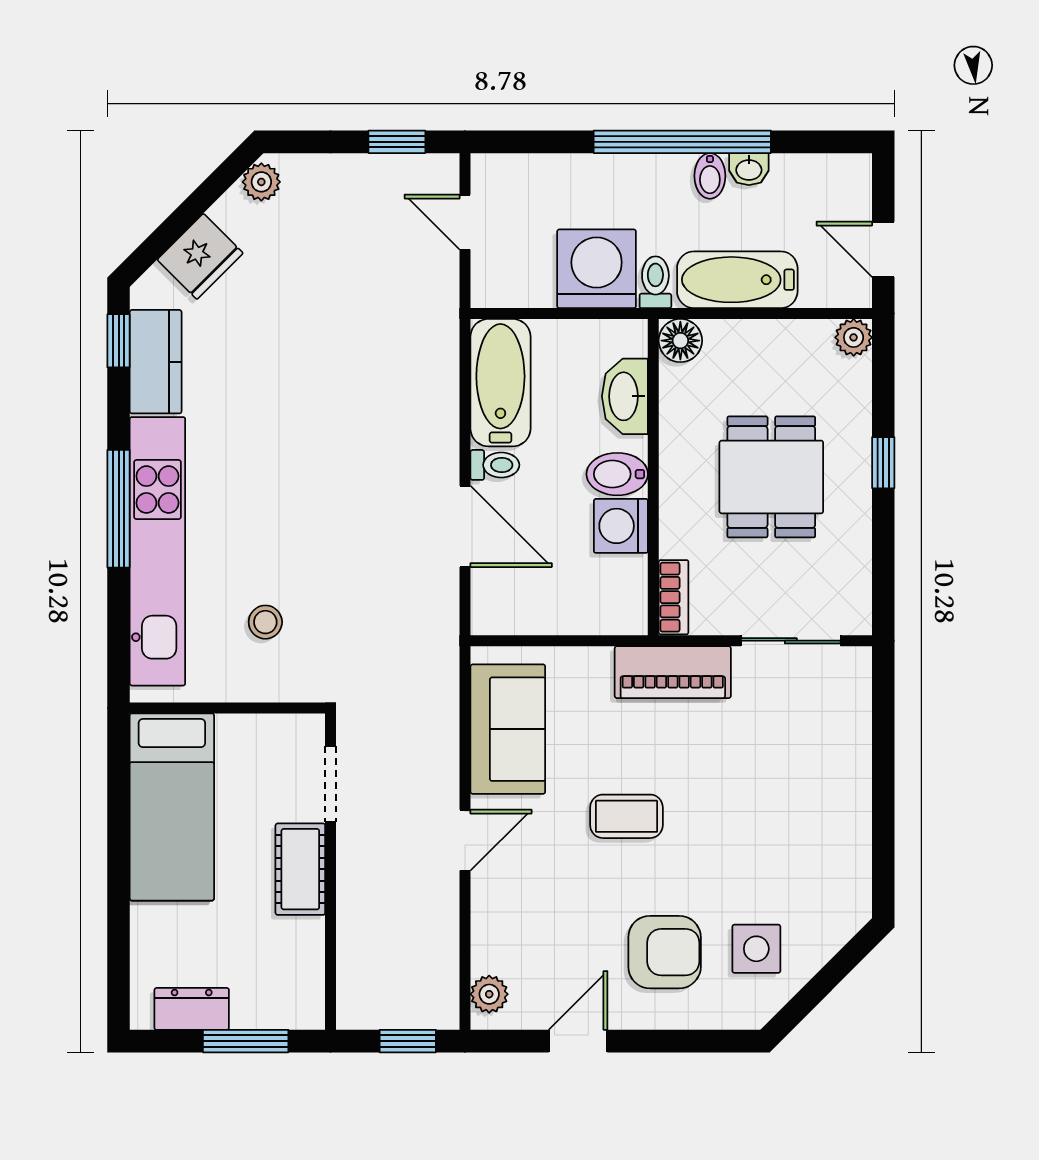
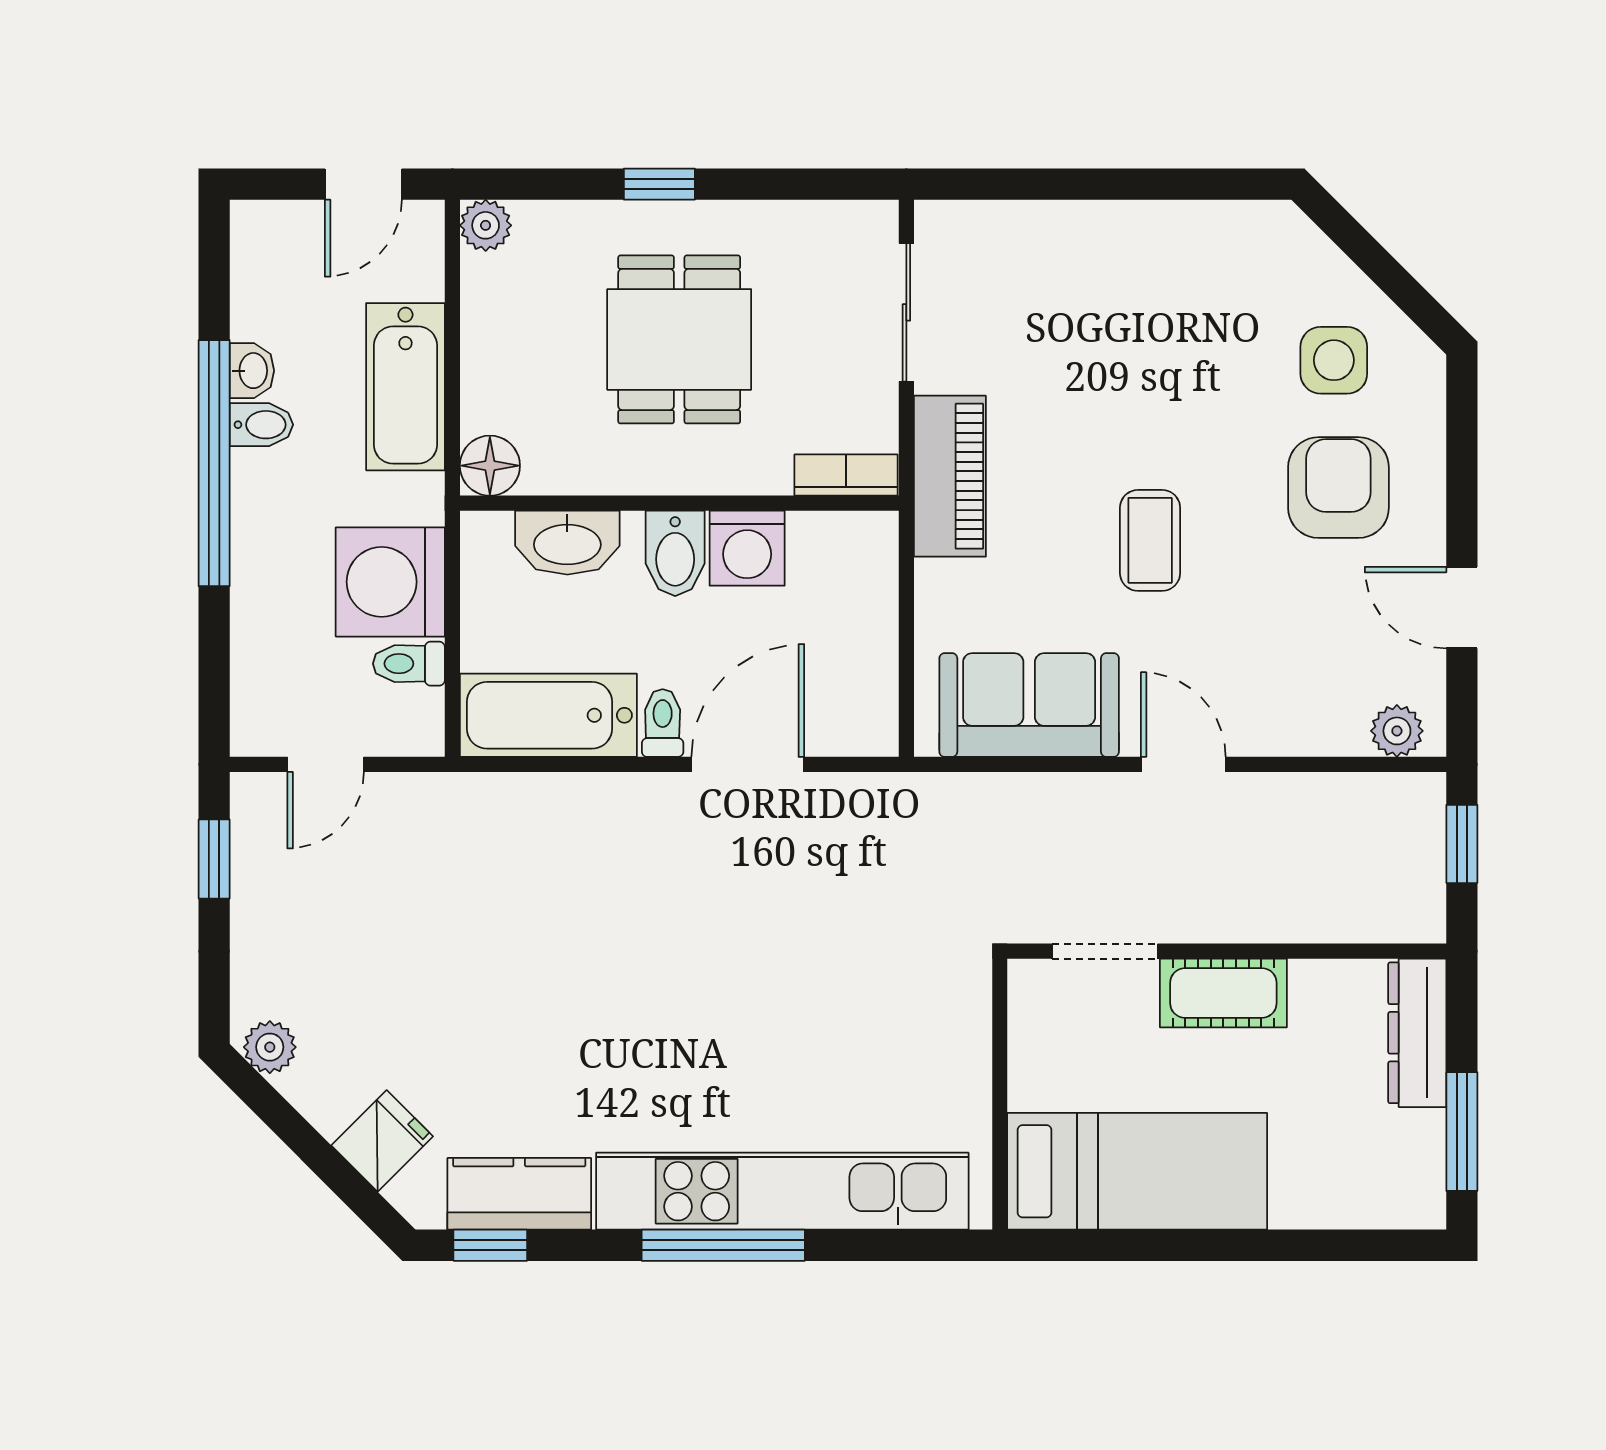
fridge: (200, 256) -> (382, 1141), width x0.72
toilet: (655, 282) -> (409, 664), moved
dining table: (771, 477) -> (679, 339), turned 90
stool: (265, 622) -> (881, 1042), removed
dresser: (192, 1009) -> (1417, 1033), moved, width x1.44
window: (246, 1041) -> (1462, 1132), moved

